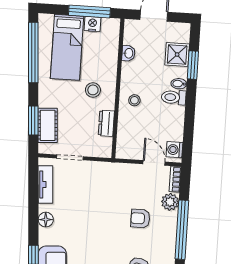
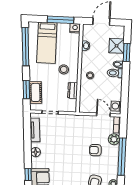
nightstand: (92, 24) -> (75, 28), moved

